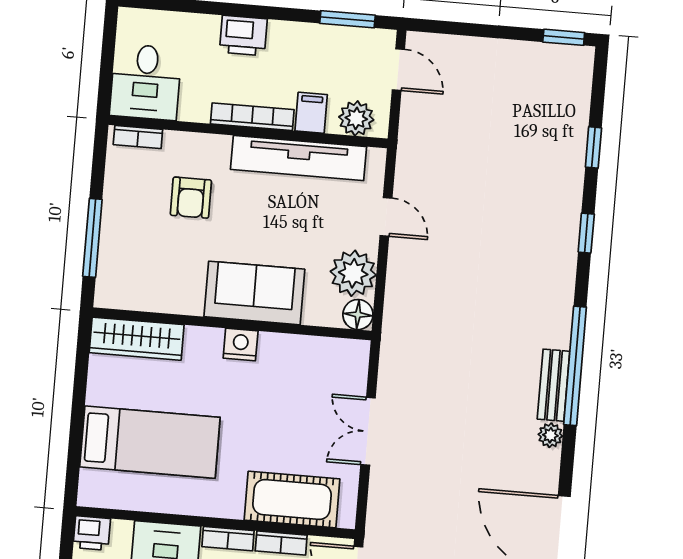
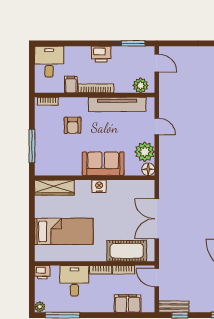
printer: (243, 36) -> (101, 54), moved
desk: (146, 82) -> (49, 62), moved, turned 180
filing cabinet: (311, 113) -> (71, 85), moved
double door: (368, 431) -> (157, 219), width x1.37

